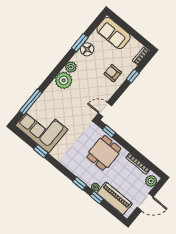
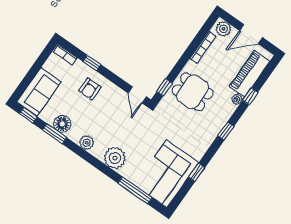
window: (96, 23) -> (28, 115), added
plant: (64, 80) -> (115, 158), moved
window: (80, 183) -> (226, 131), moved
door: (145, 202) -> (251, 34), swing flipped

